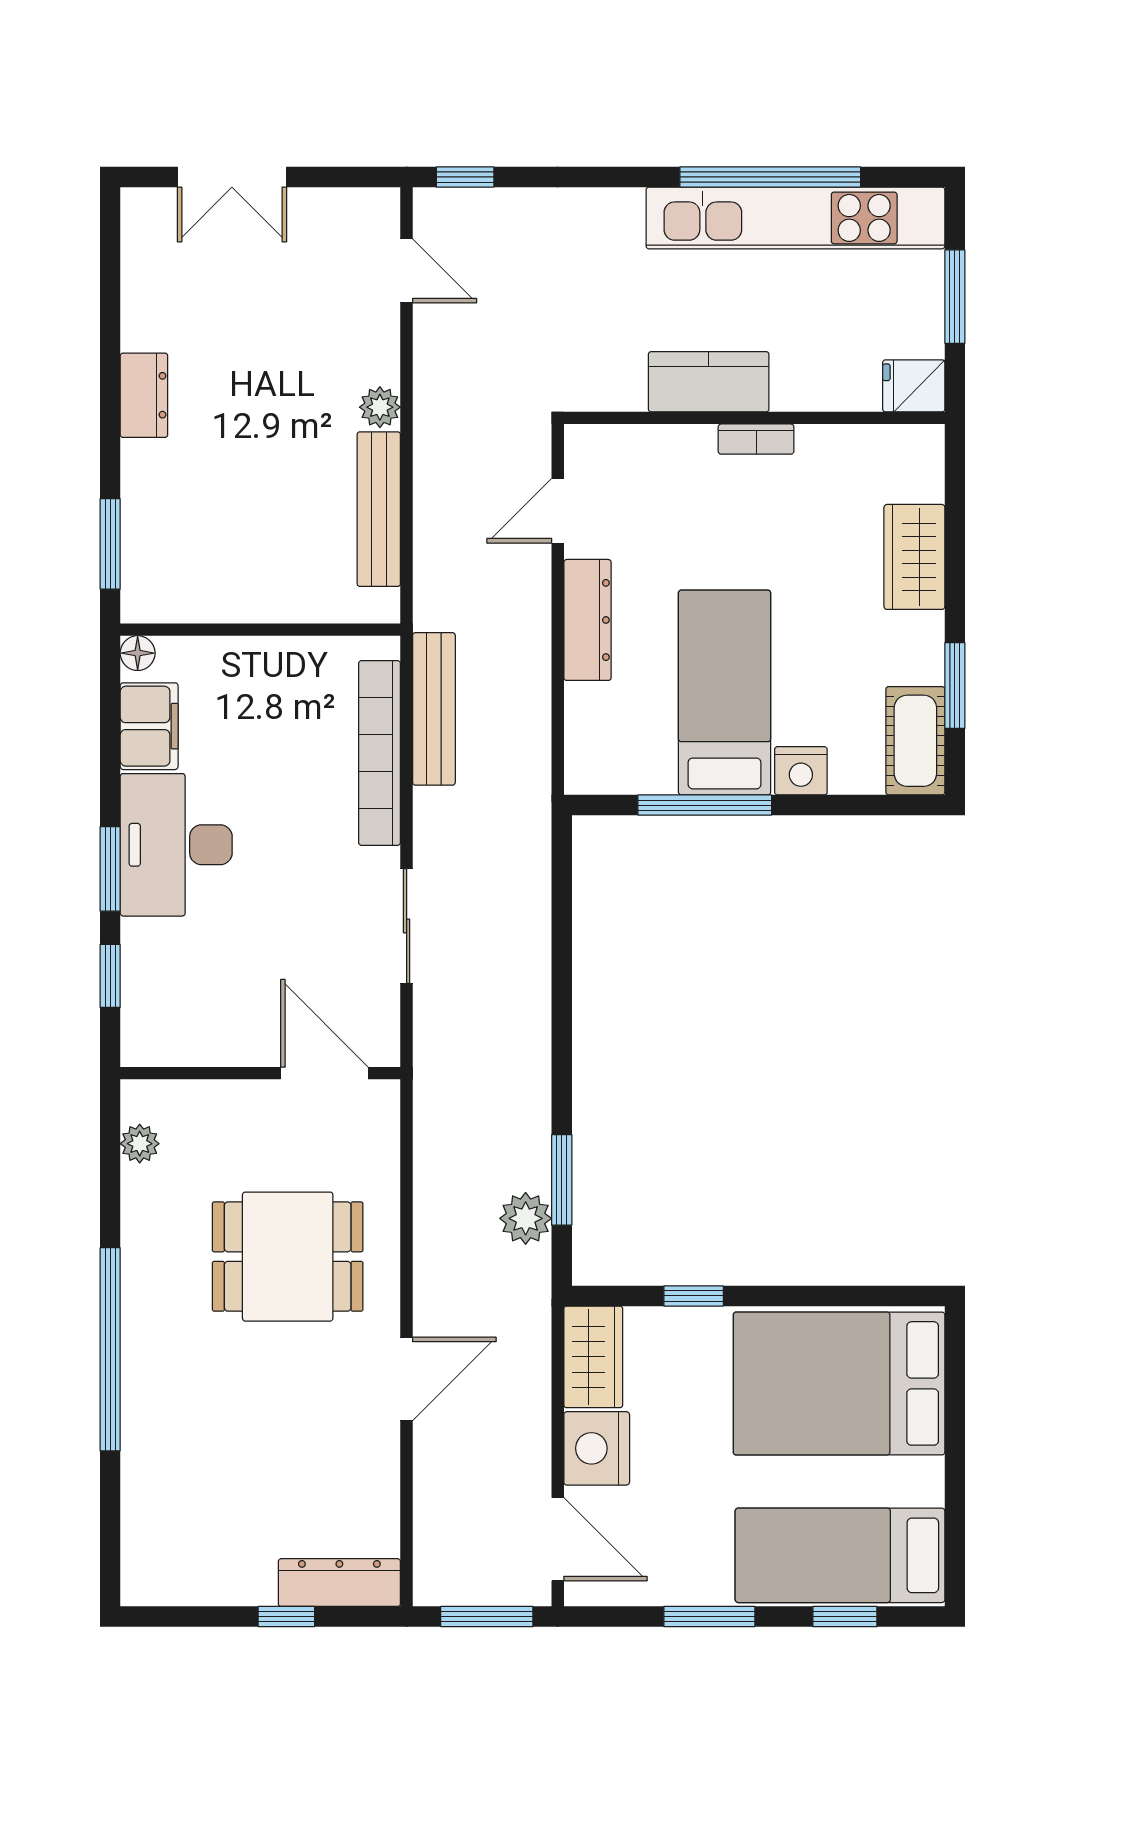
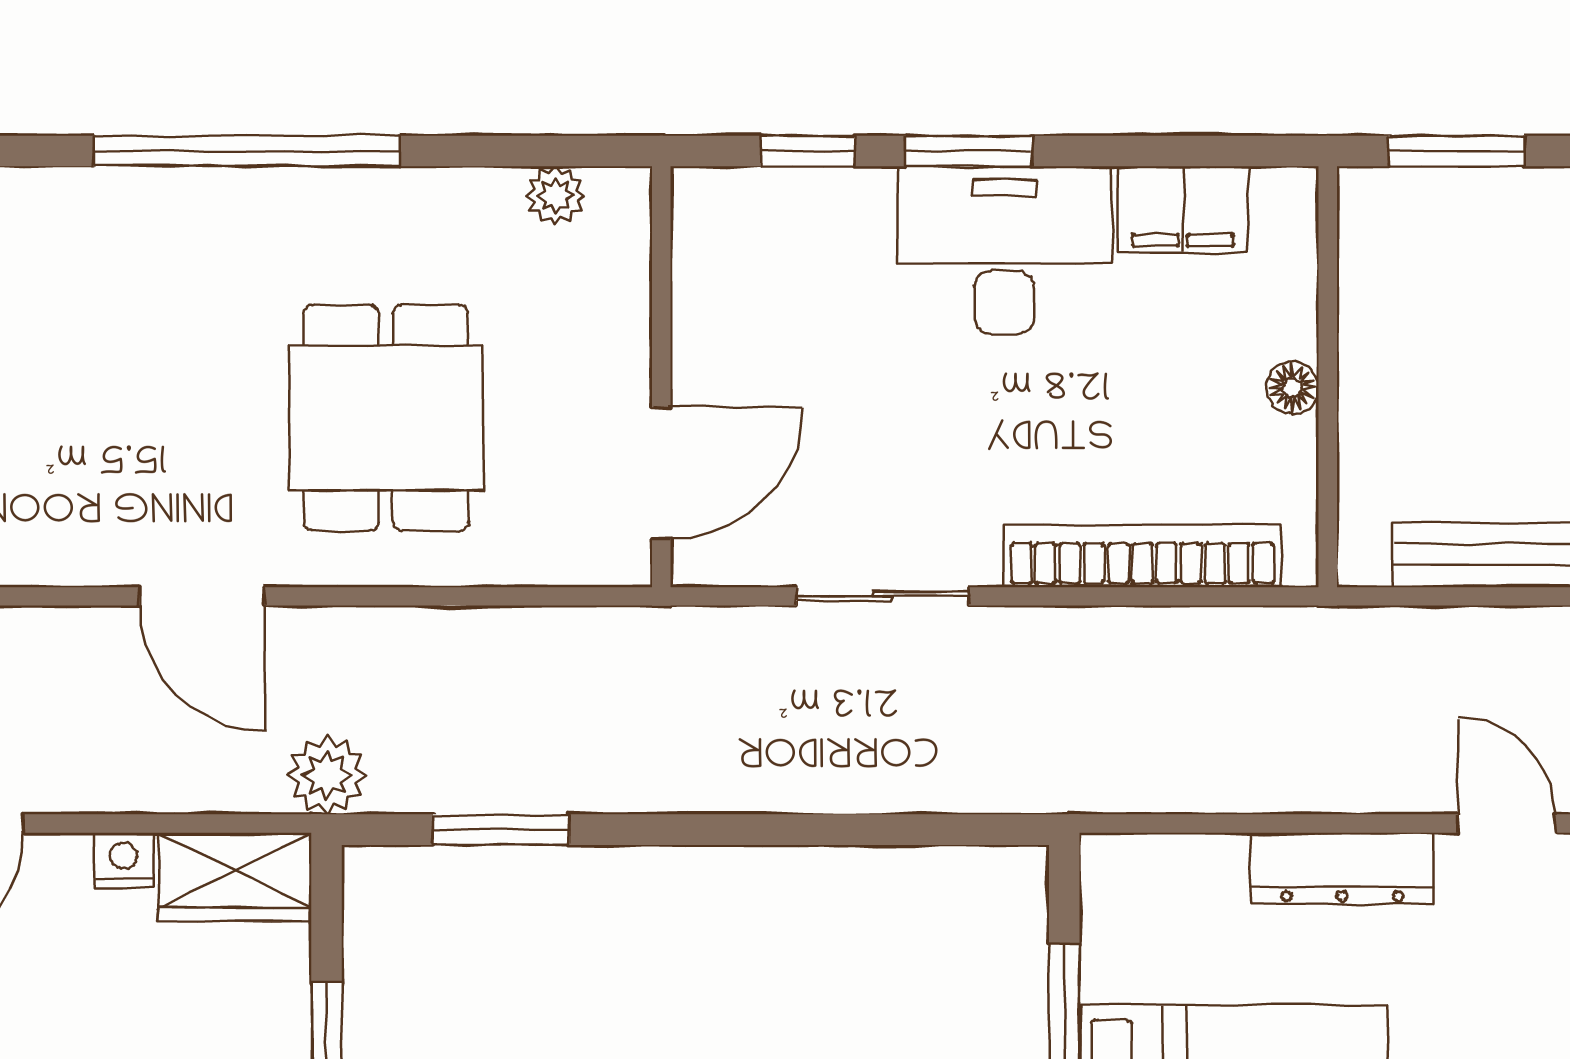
floor lamp: (138, 653) -> (1293, 387), moved
bench: (434, 709) -> (1209, 638), removed
plant: (526, 1218) -> (327, 775), moved
nightstand: (597, 1448) -> (124, 860), width x0.53, depth x0.56

